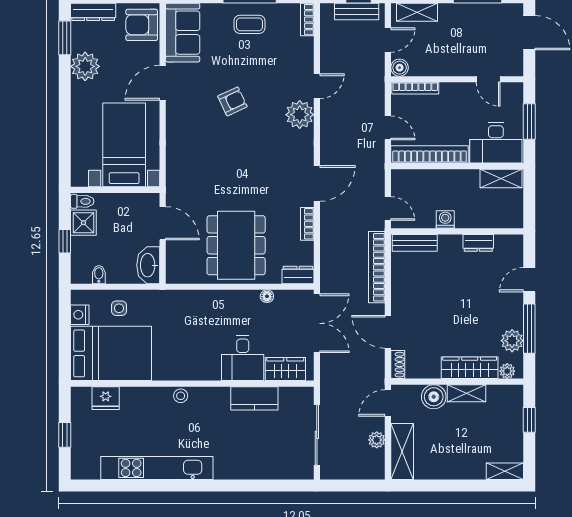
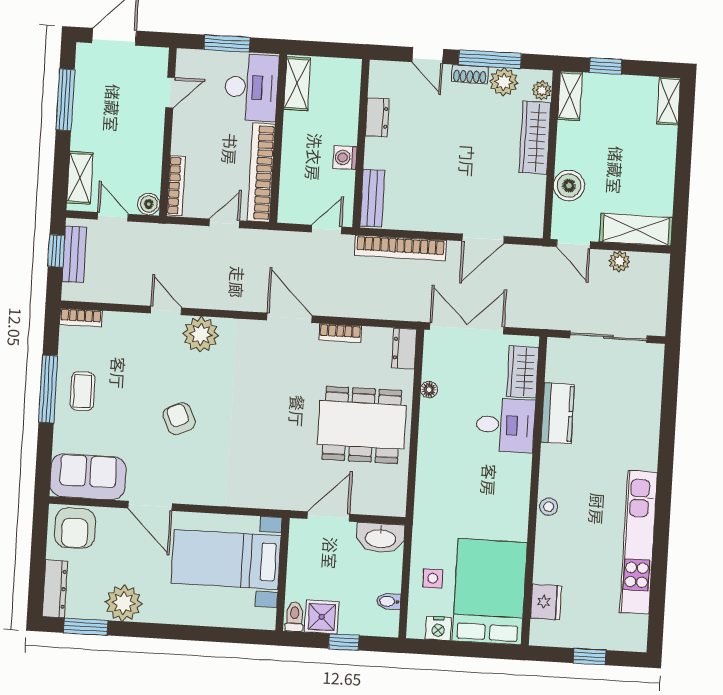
shoe rack: (398, 365) -> (470, 74), moved, turned 180
shelving: (467, 393) -> (570, 96), moved

